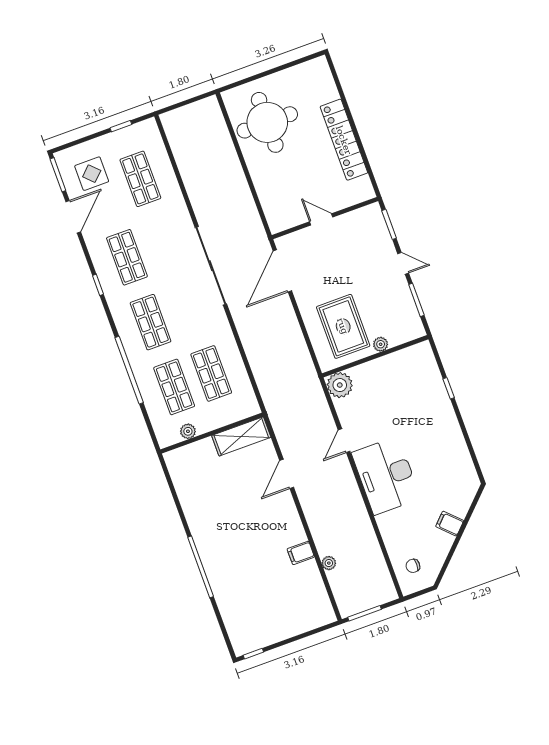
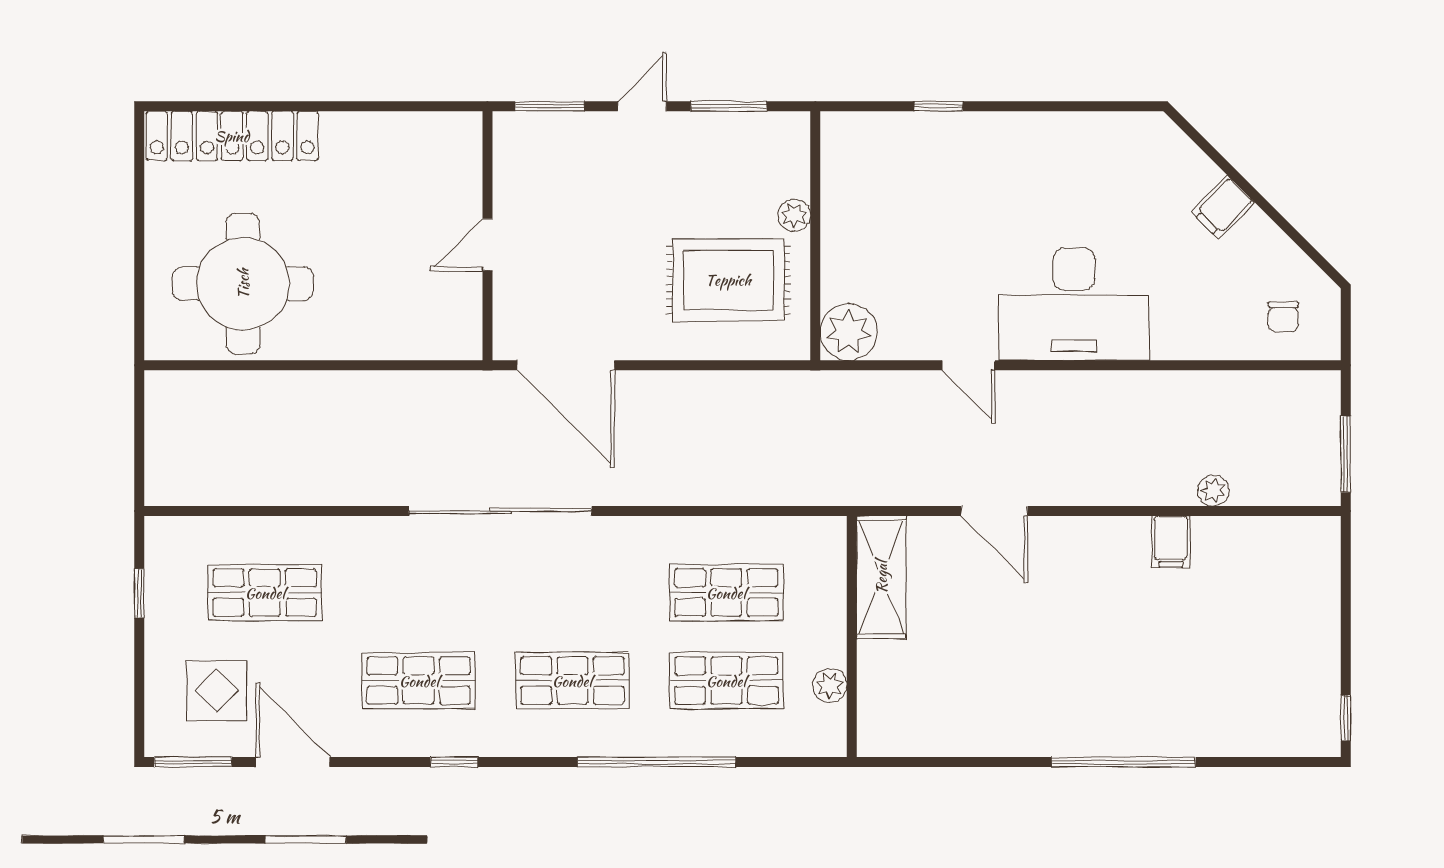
locker: (344, 140) -> (232, 136), moved

